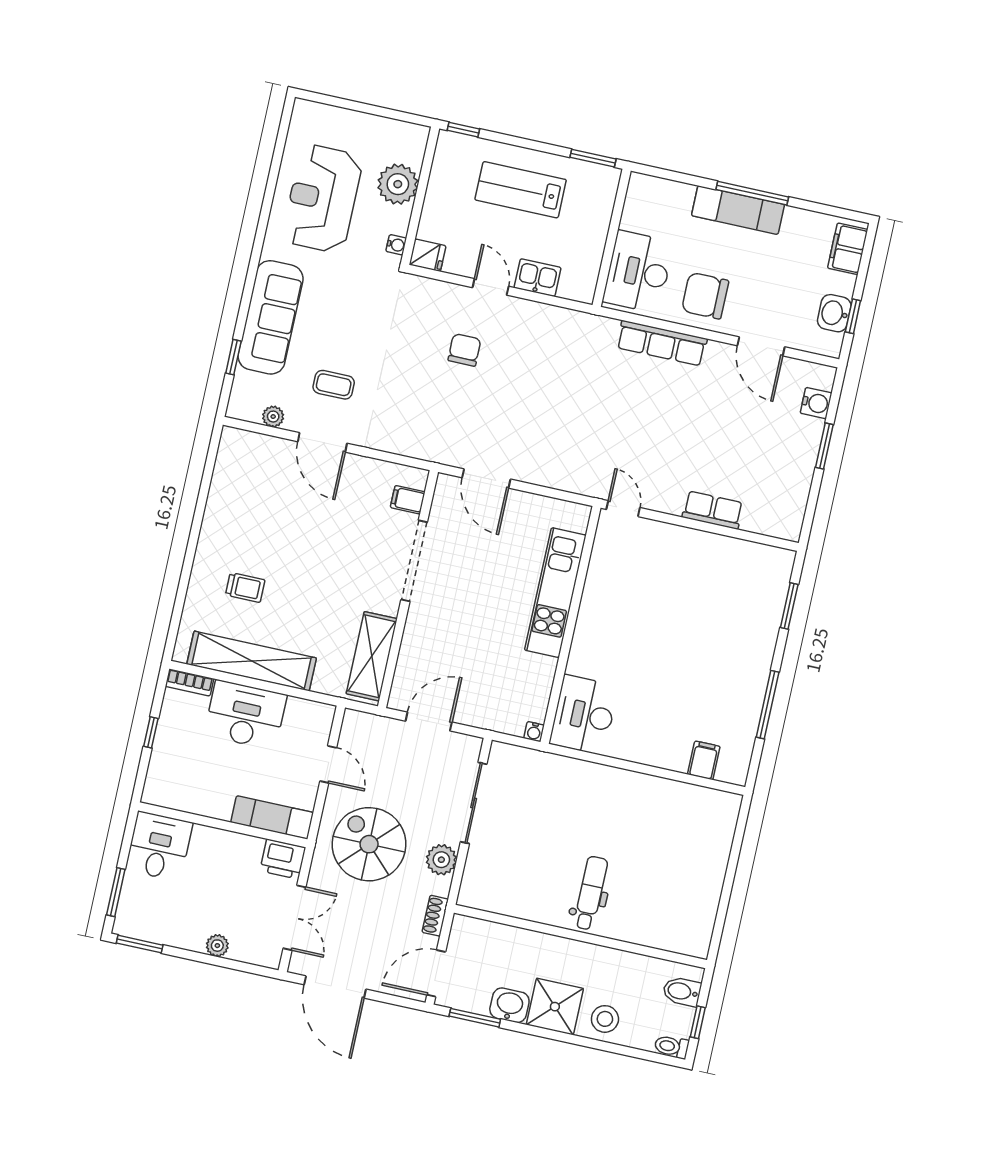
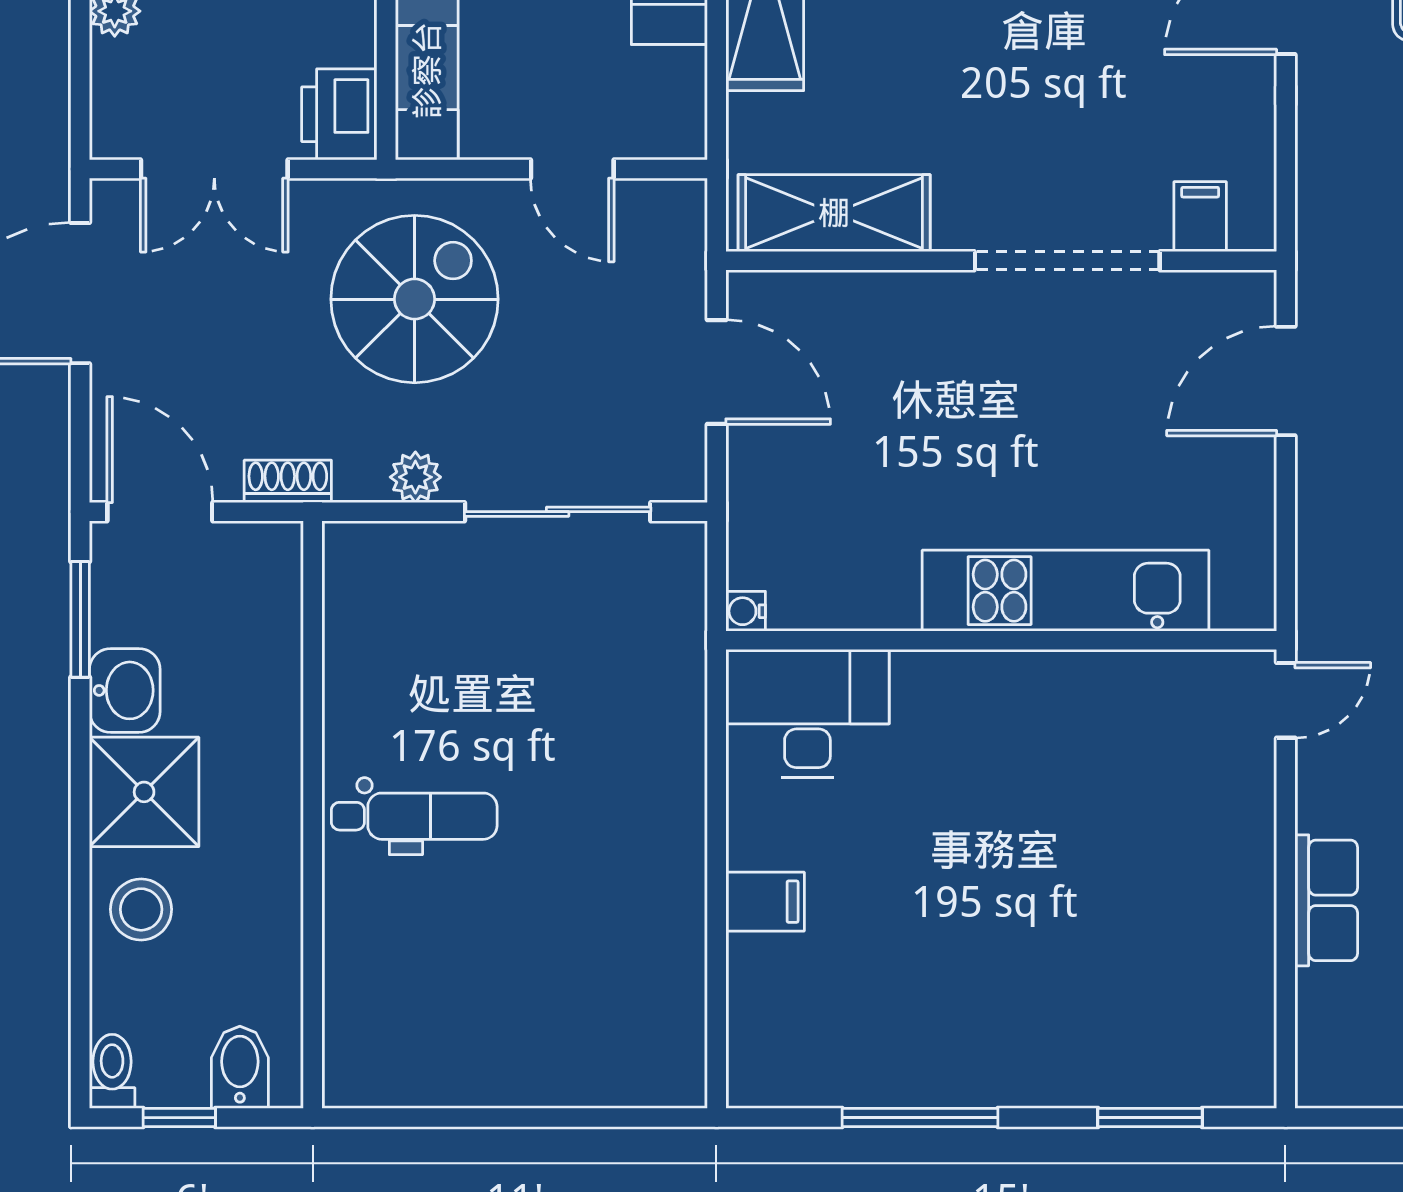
filing cabinet: (704, 760) -> (765, 902), moved
door: (328, 764) -> (572, 169), hinge flipped
plant: (441, 860) -> (415, 477), width x0.73, depth x0.73

